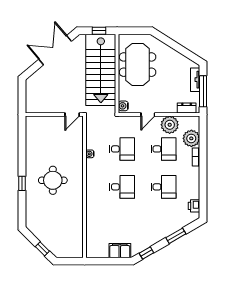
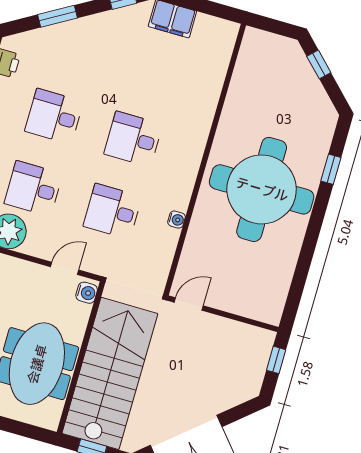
window: (22, 100) -> (276, 360), added
door: (148, 115) -> (65, 268), moved
round table: (53, 180) -> (262, 189), width x1.86, depth x1.86
window: (22, 183) -> (331, 169), moved

